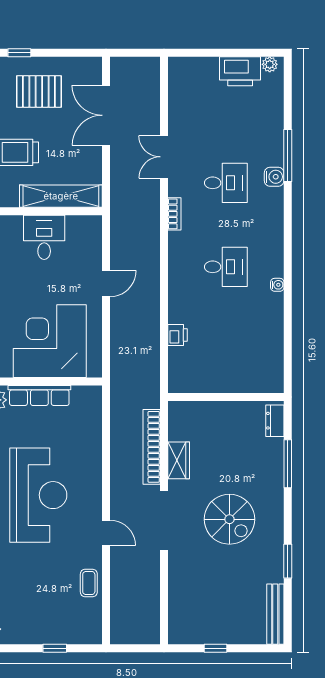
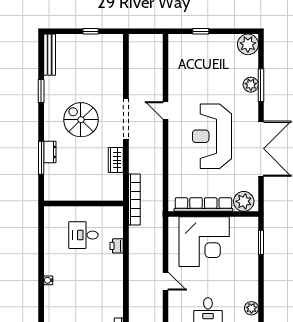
desk: (226, 267) -> (83, 235), moved
door: (106, 284) -> (166, 281), swing flipped
row of seats: (39, 395) -> (203, 204), width x1.36
dresser: (275, 421) -> (50, 152), moved
bookcase: (152, 447) -> (134, 200), moved
coffee table: (89, 583) -> (177, 76), removed

